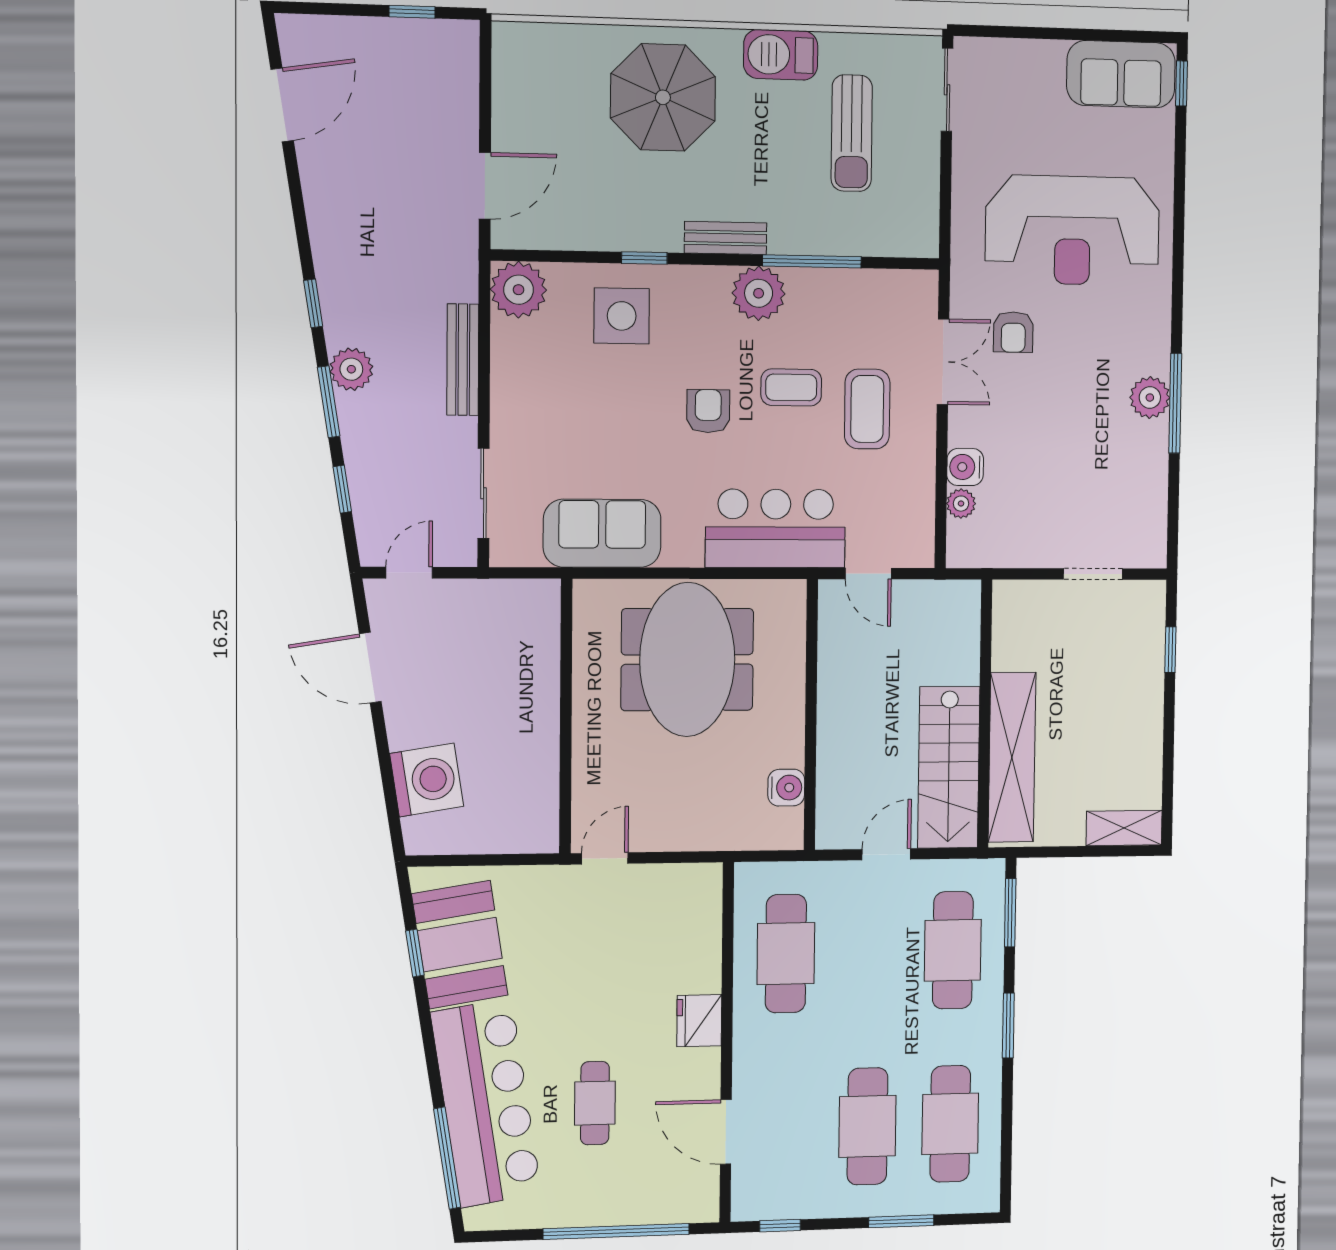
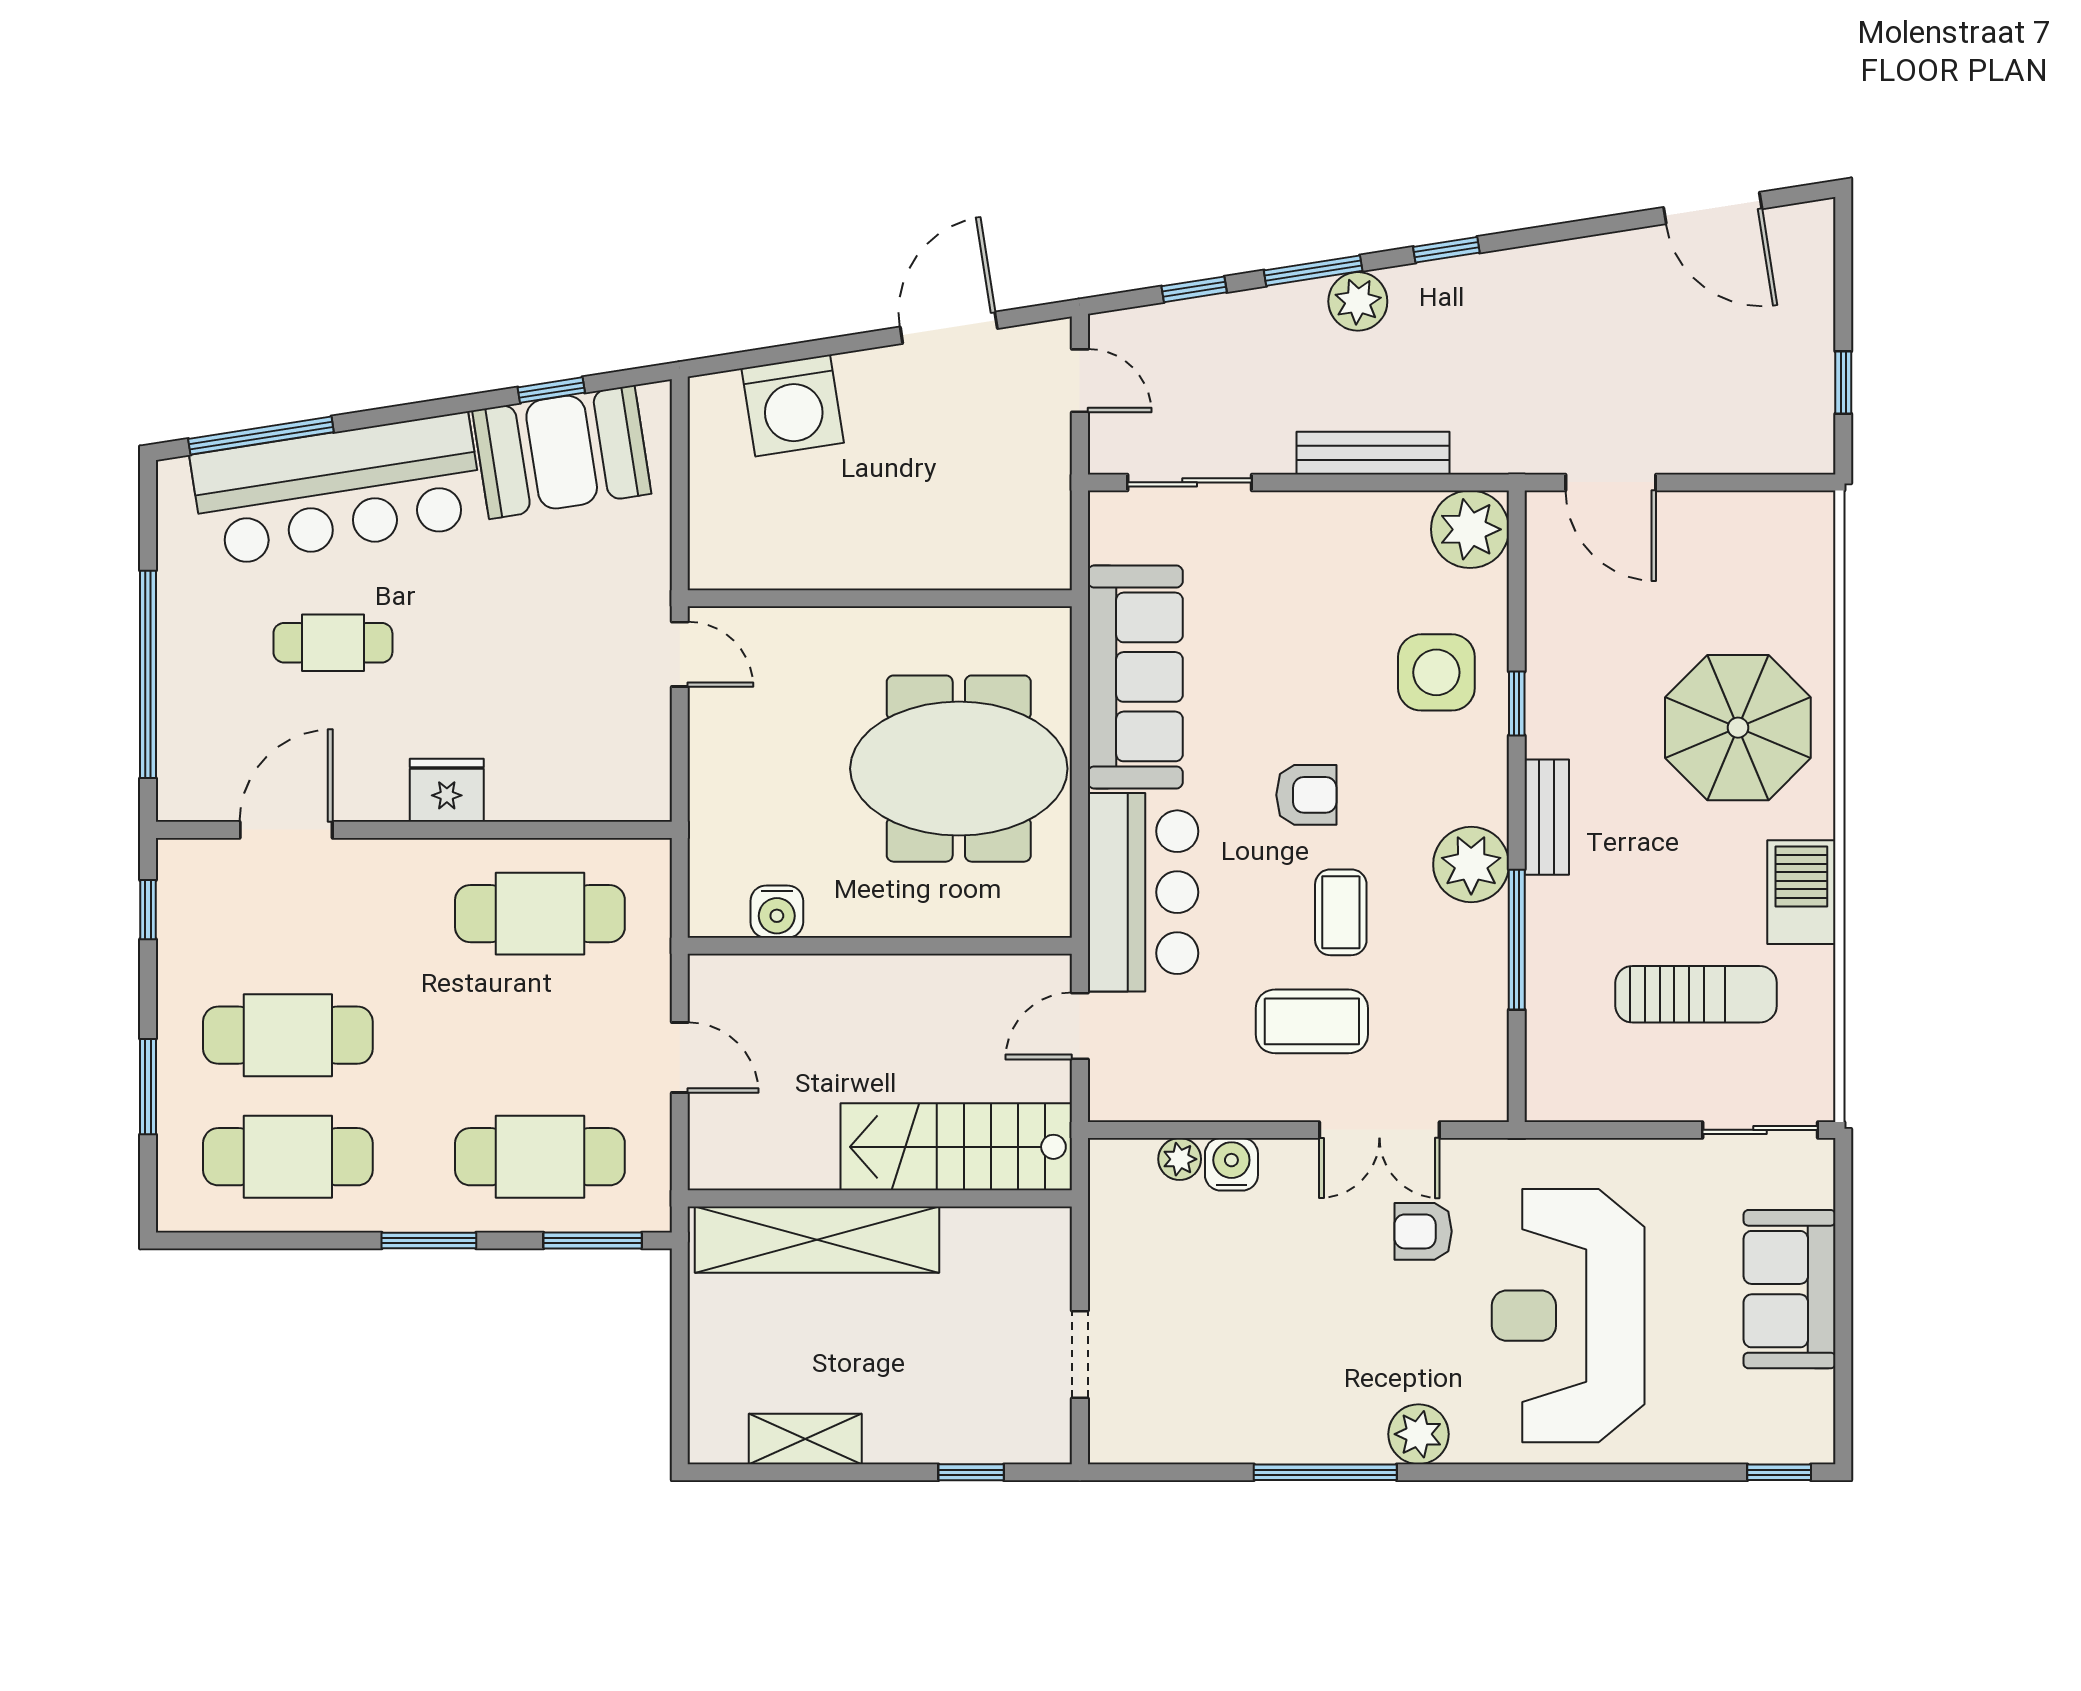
sofa: (1121, 74) -> (1790, 1289), moved
sun lounger: (852, 133) -> (1696, 994), turned 180
plant: (1150, 398) -> (1419, 1434), moved
sofa: (602, 533) -> (1135, 677), width x1.36
stairs: (949, 767) -> (956, 1147), moved
shelving: (1124, 828) -> (805, 1439), moved, turned 90

